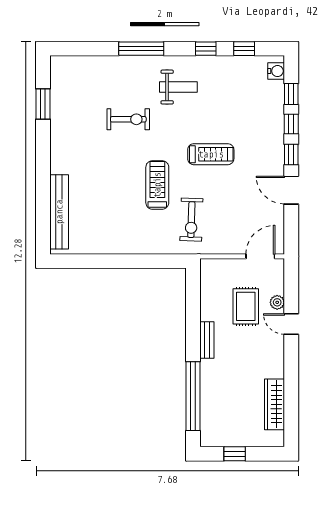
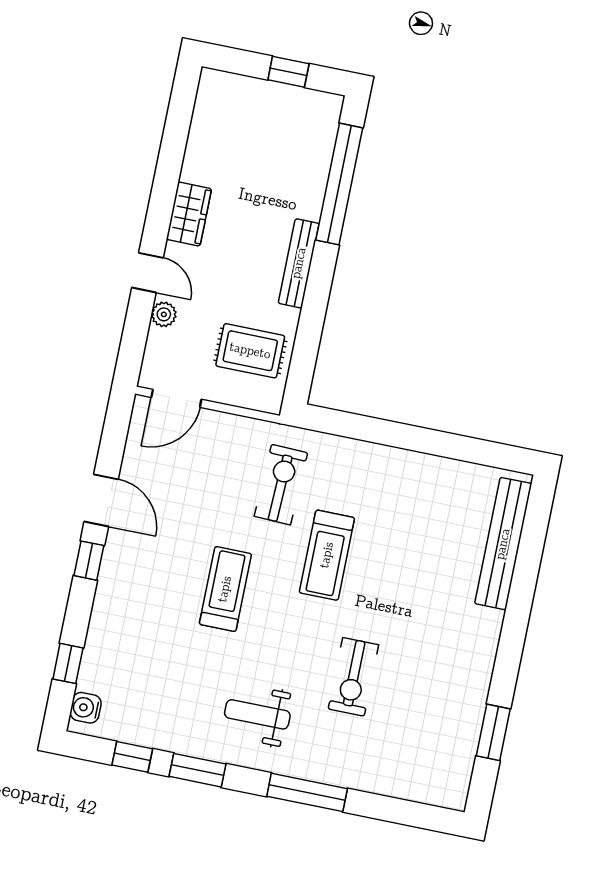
window: (206, 49) -> (198, 770), width x1.50
exercise bike: (128, 119) -> (353, 677), turned -90
window: (291, 124) -> (78, 612), removed
treadmill: (211, 154) -> (225, 589), turned 90
rug: (246, 306) -> (250, 351), moved, turned 90
bench: (207, 340) -> (299, 263), width x1.36
wardrobe: (275, 404) -> (189, 214), moved, width x0.67

